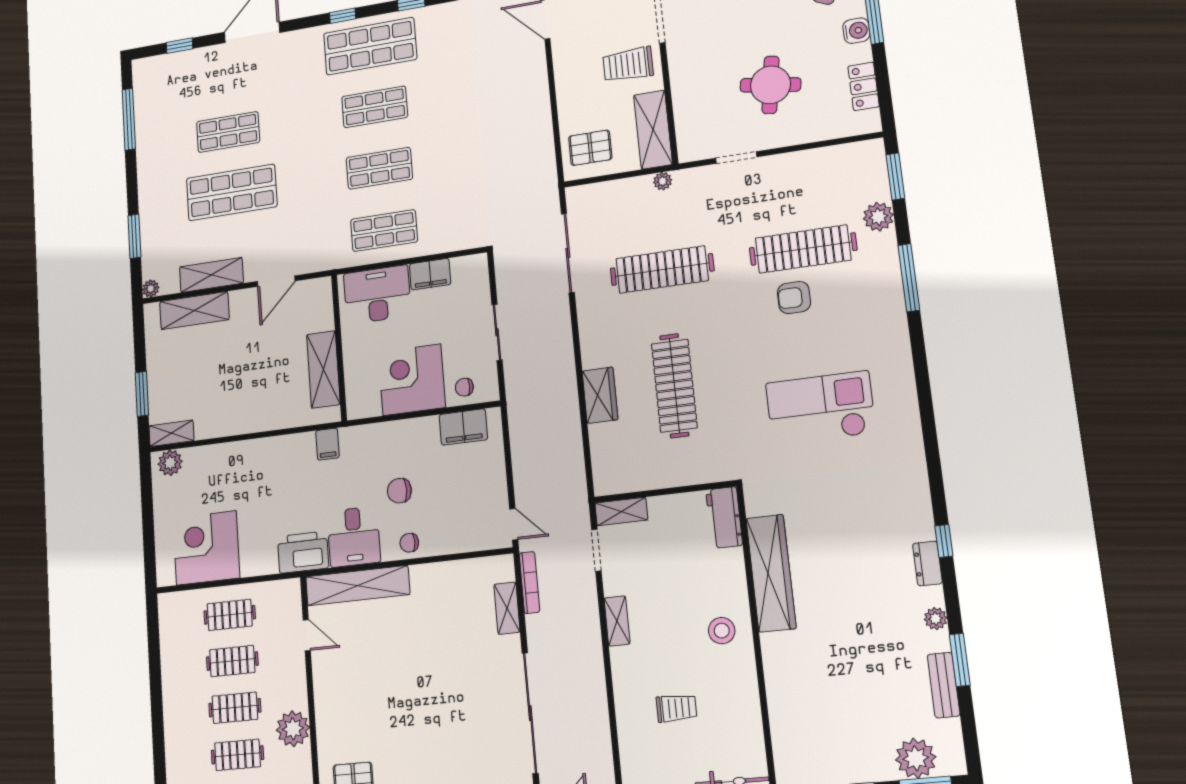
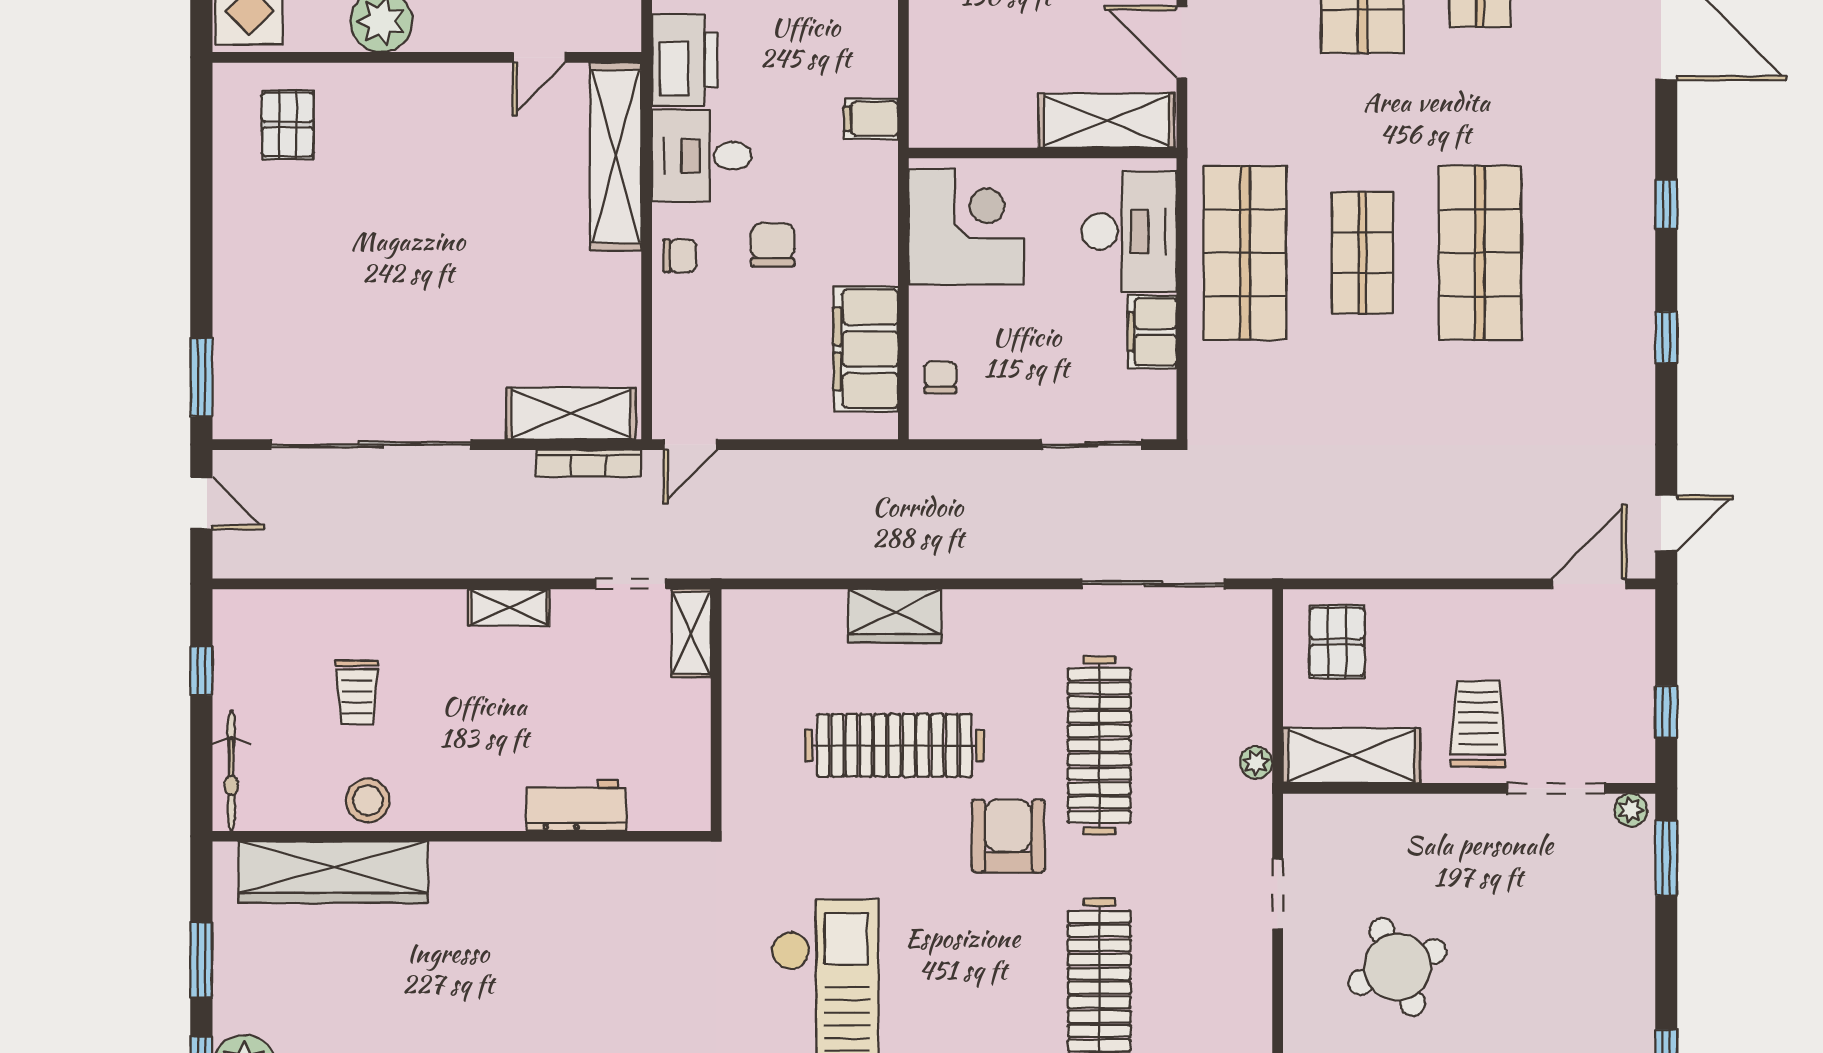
shop shelf: (370, 46) -> (1597, 253), removed
round table: (771, 85) -> (1397, 967), turned -32
shop shelf: (375, 107) -> (1480, 253), width x1.43, depth x1.36
shop shelf: (384, 231) -> (1245, 253), width x1.43, depth x1.36
armchair: (794, 298) -> (1008, 836), moved, width x1.38, depth x1.38
sliding door: (497, 332) -> (1091, 445), moved
shelving: (323, 369) -> (1106, 121), moved
corner desk: (412, 380) -> (966, 227), moved
filing cabinet: (463, 427) -> (866, 349), width x1.50, depth x1.17
workbench: (724, 518) -> (576, 805), moved
chair: (409, 543) -> (680, 256), turned 90
wardrobe: (771, 573) -> (333, 872), moved
shelving: (507, 608) -> (571, 414), width x1.50, depth x1.33
stool: (722, 631) -> (368, 800), moved

